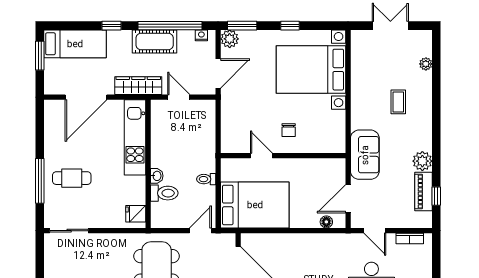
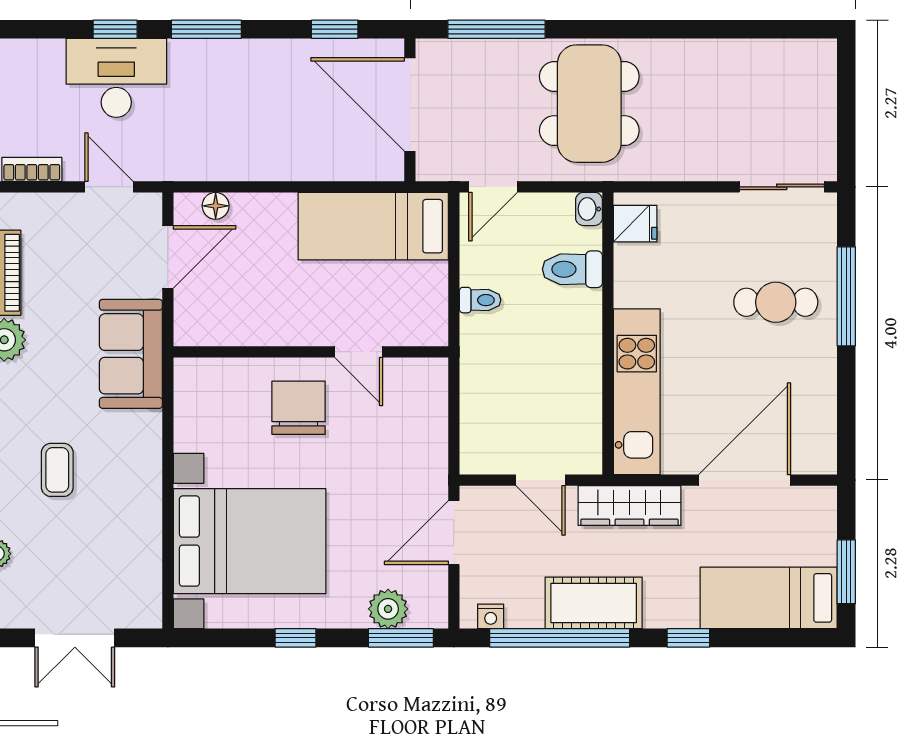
plant: (230, 39) -> (388, 609), moved
chair: (289, 130) -> (299, 408), width x1.87, depth x1.87
washbasin: (157, 176) -> (589, 209), moved
bed: (255, 205) -> (373, 226), width x0.67

